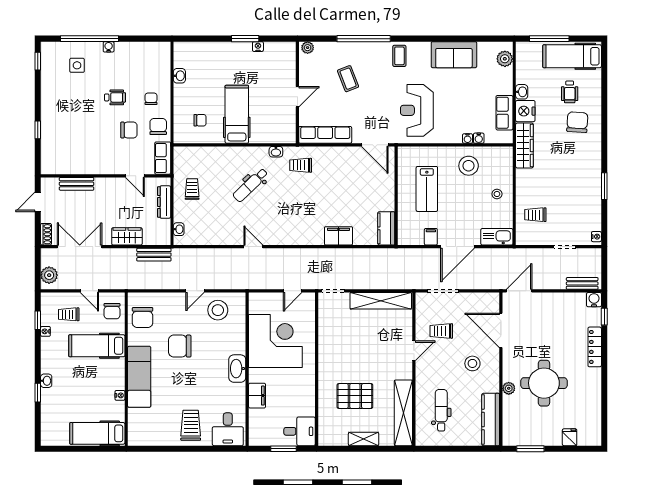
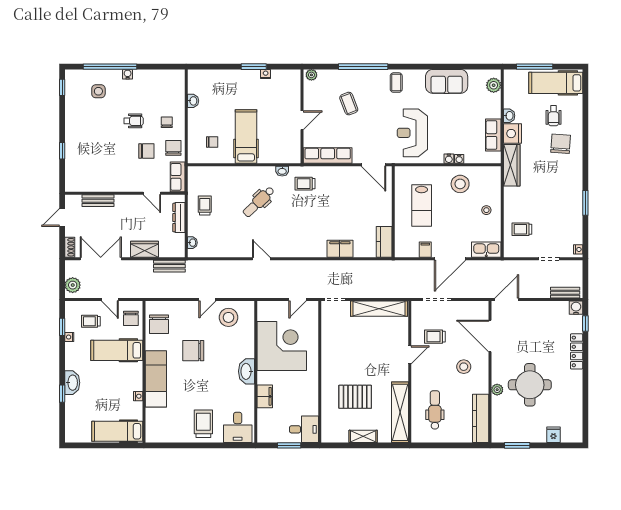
water cooler: (479, 138) -> (449, 159), moved
washbasin: (46, 381) -> (72, 383), width x1.91, depth x1.45

